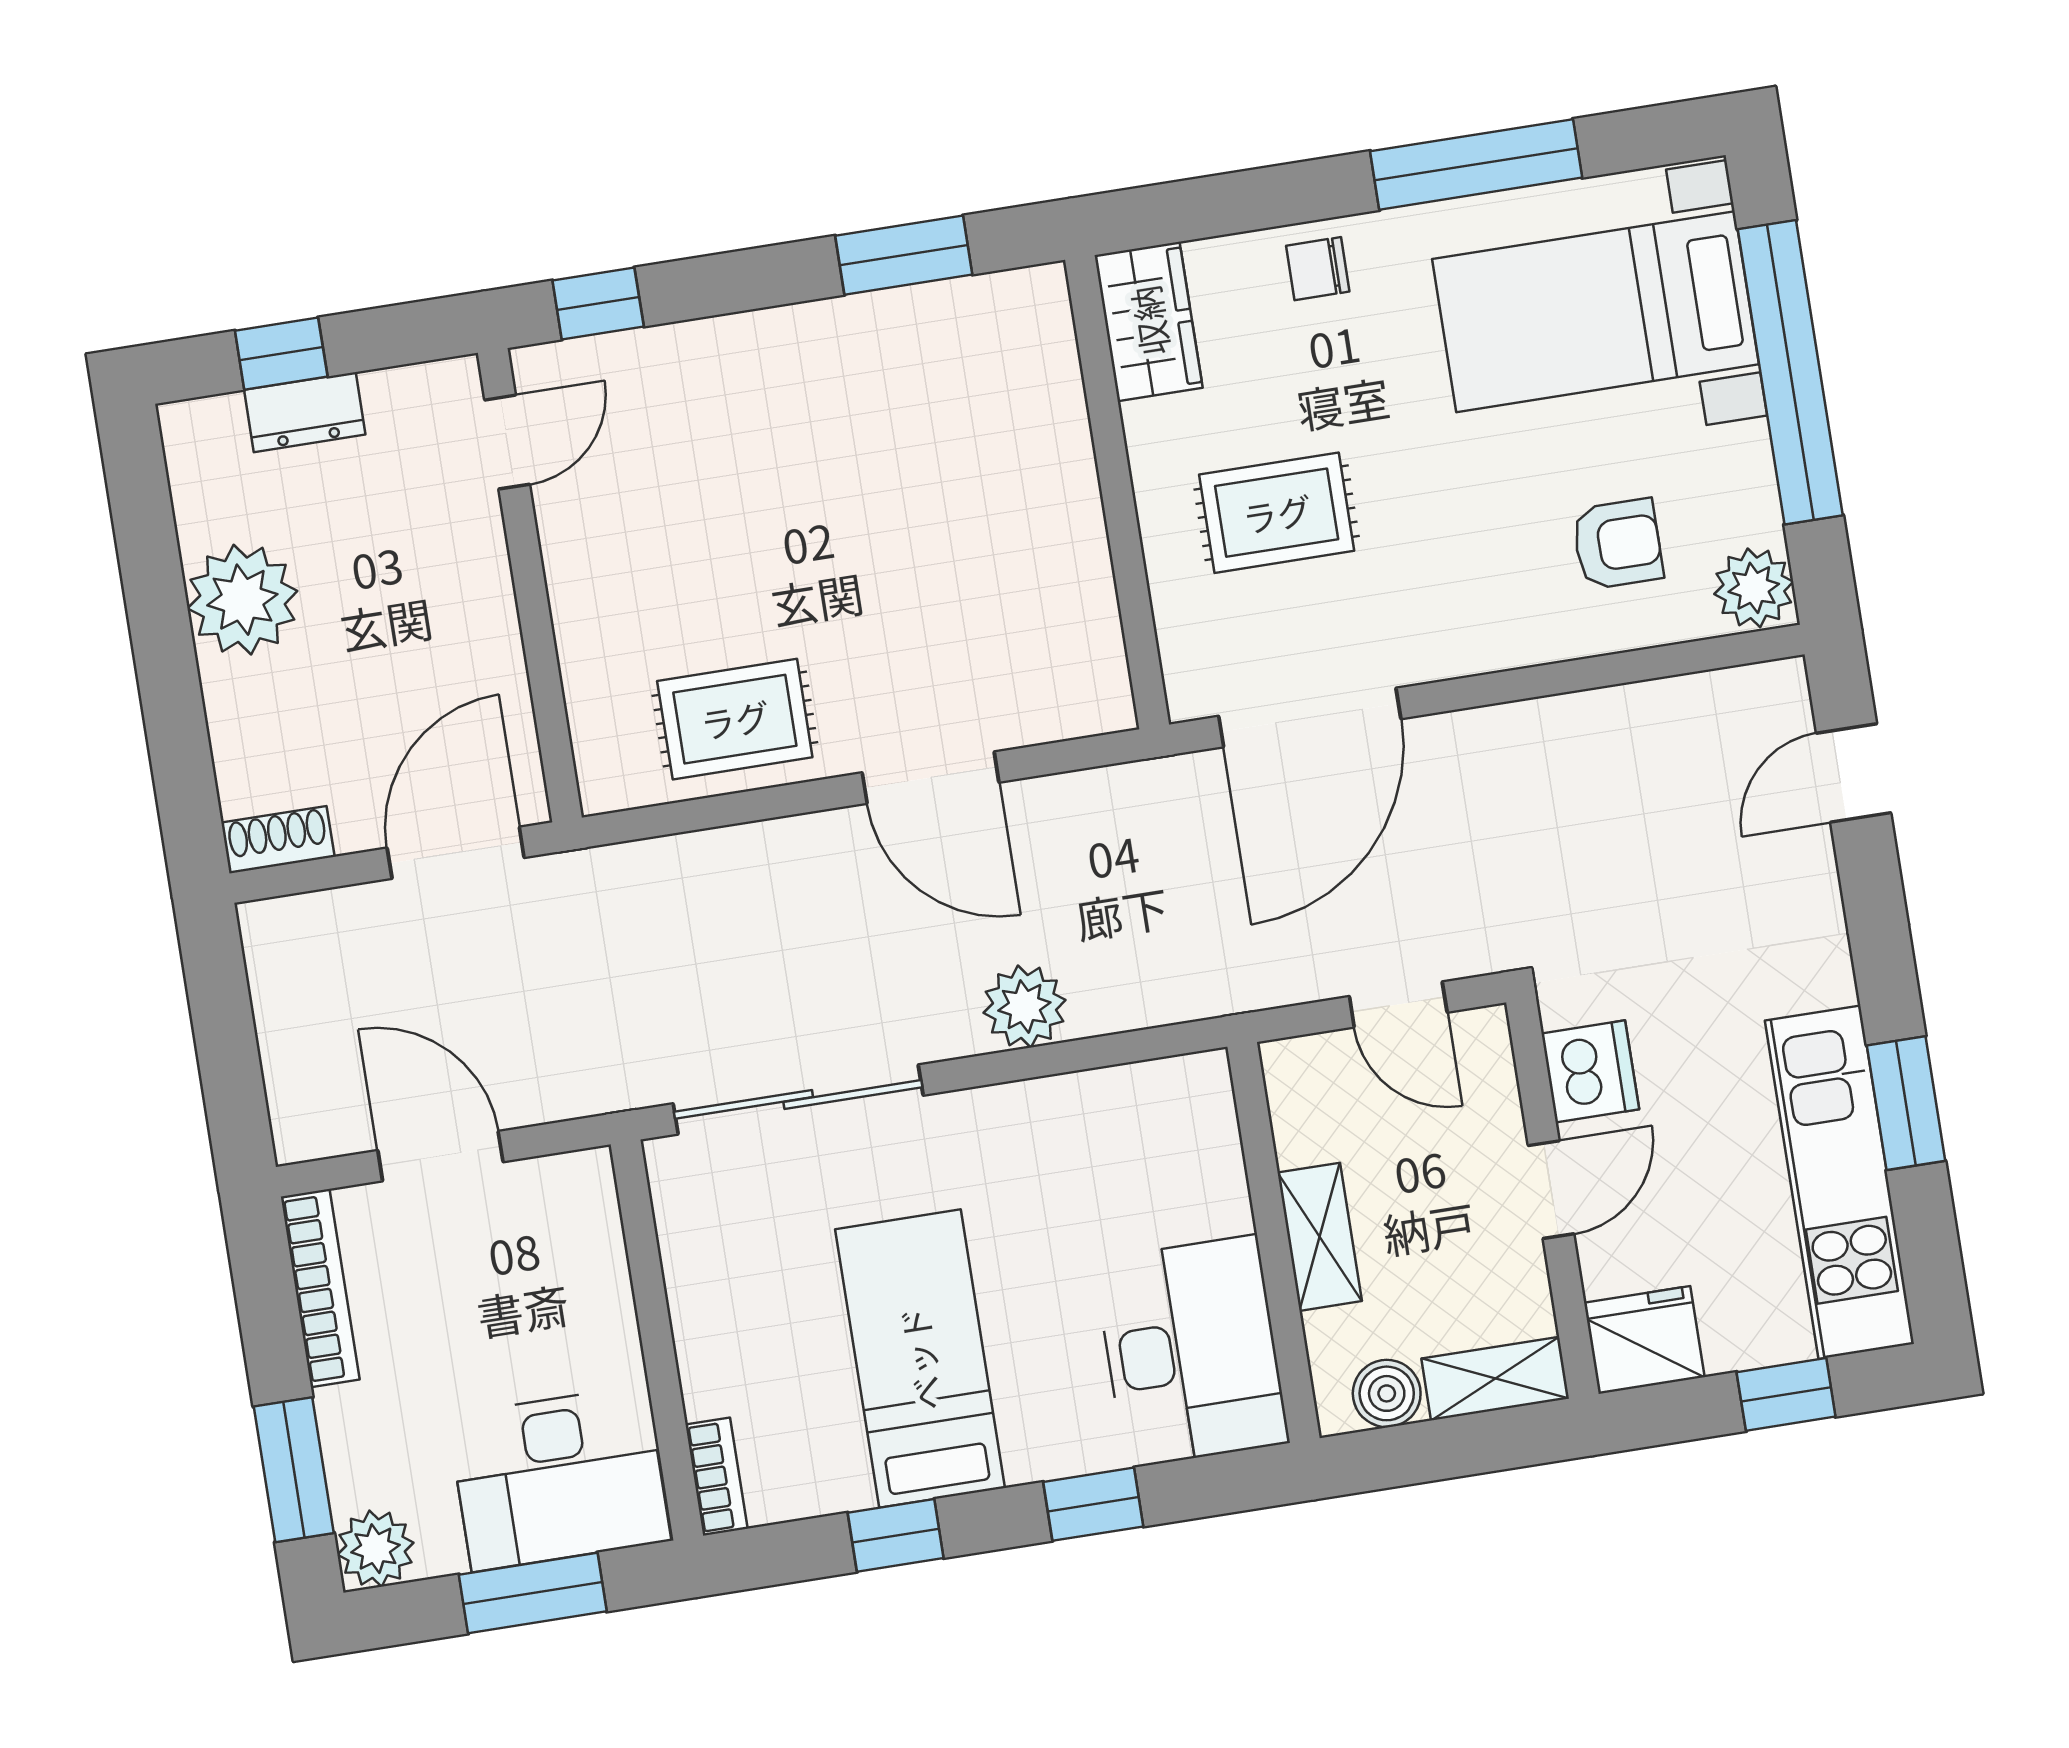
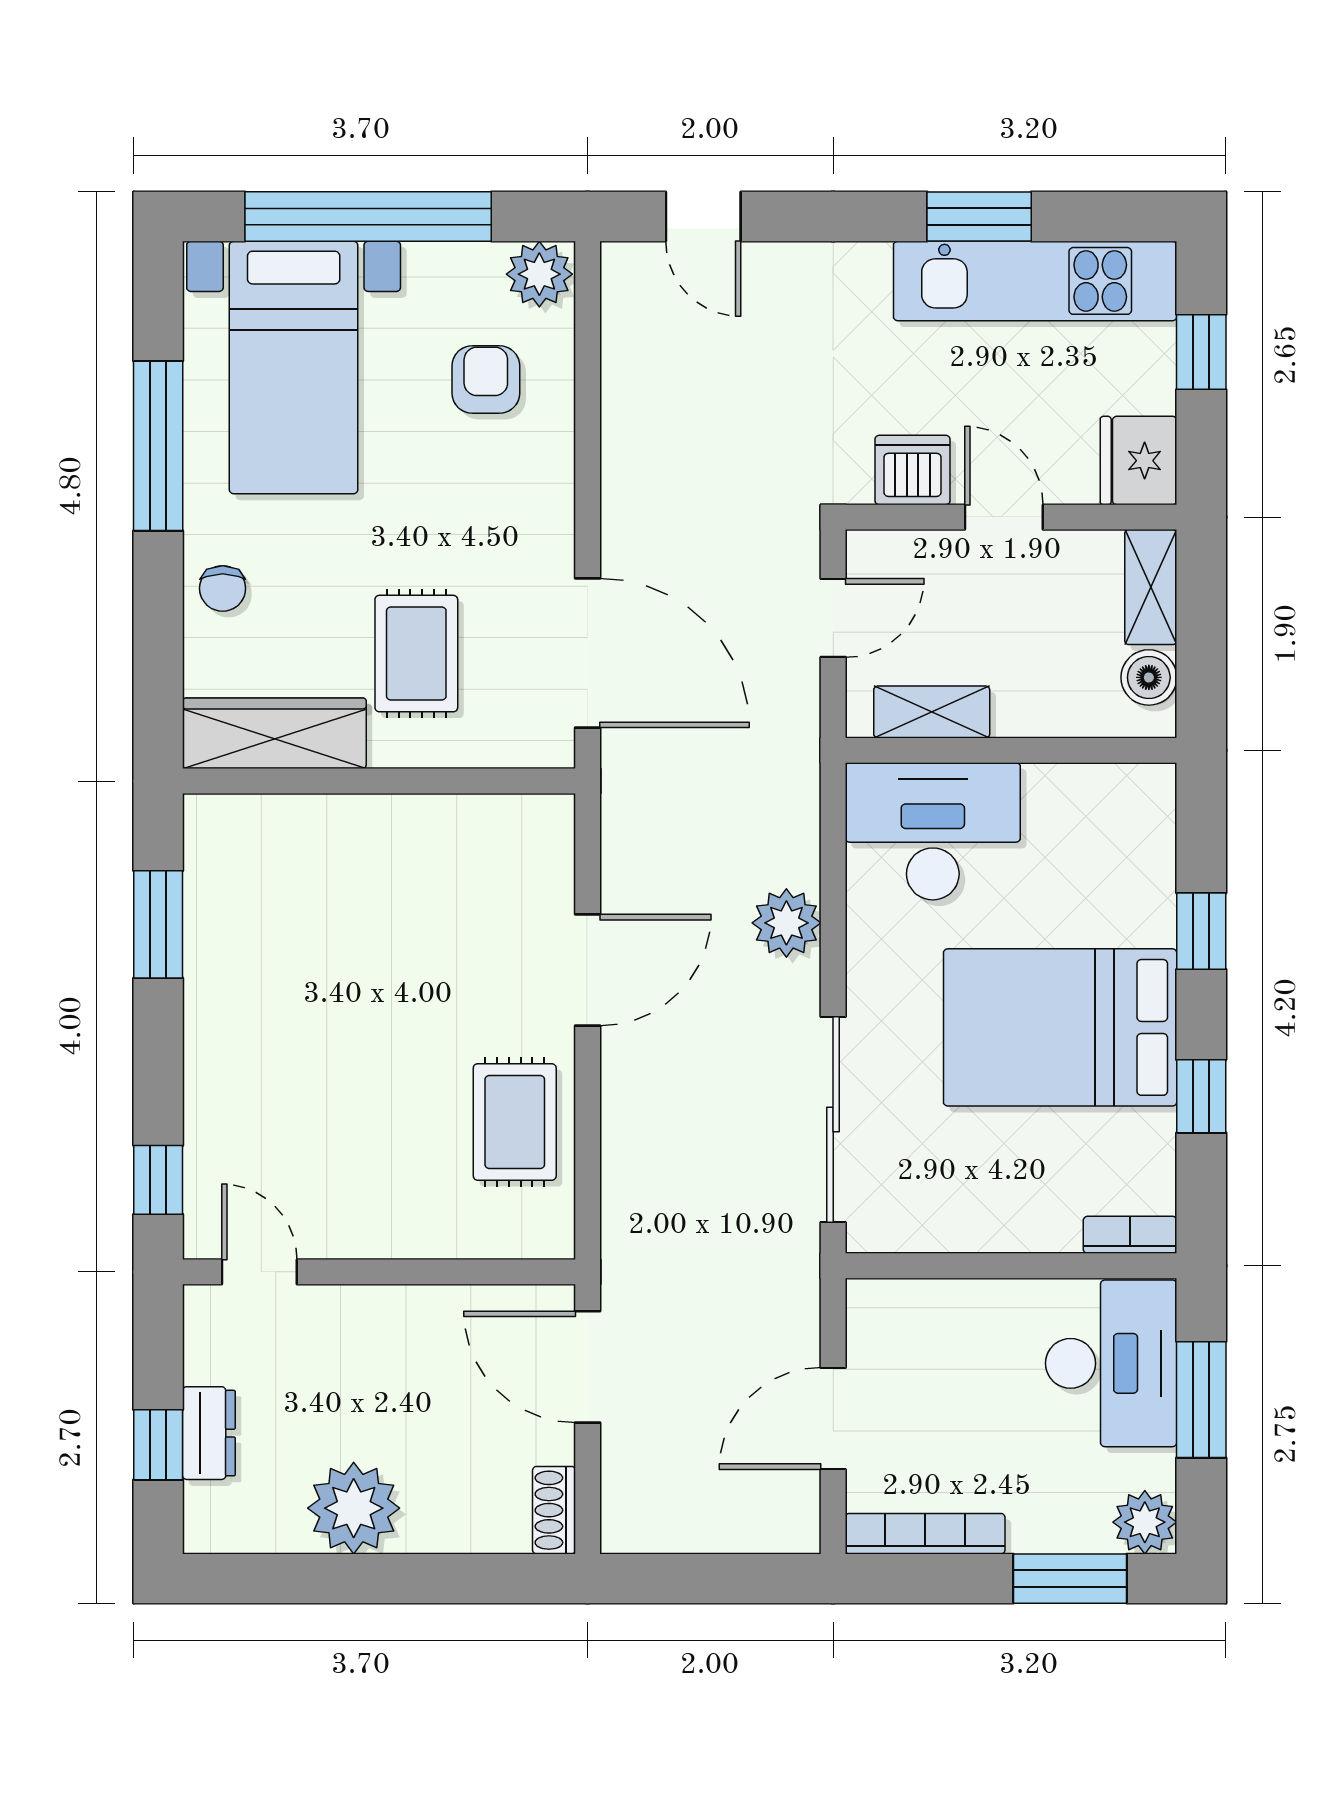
wardrobe: (1149, 321) -> (274, 733), width x1.50
shelving: (1320, 1237) -> (932, 712), moved
desk: (1191, 1351) -> (933, 831), moved
bed: (920, 1359) -> (1060, 1027), width x1.50

